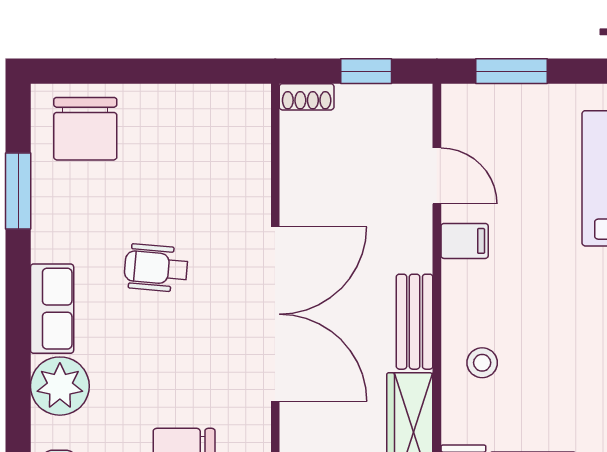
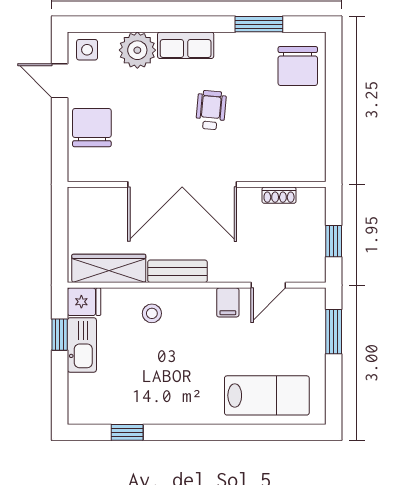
shoe rack: (307, 97) -> (279, 195), moved, turned -90
chair: (85, 129) -> (298, 66), turned -90

